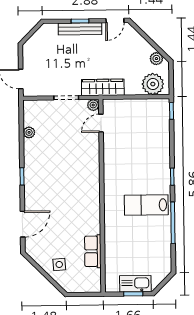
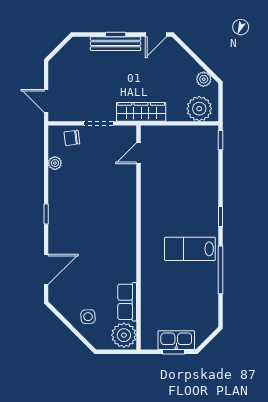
plant: (93, 105) -> (124, 335), moved, width x1.88, depth x1.88
chair: (43, 111) -> (72, 138), added

